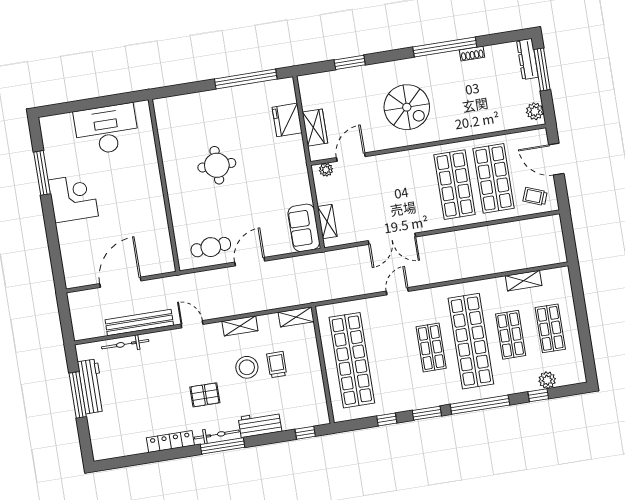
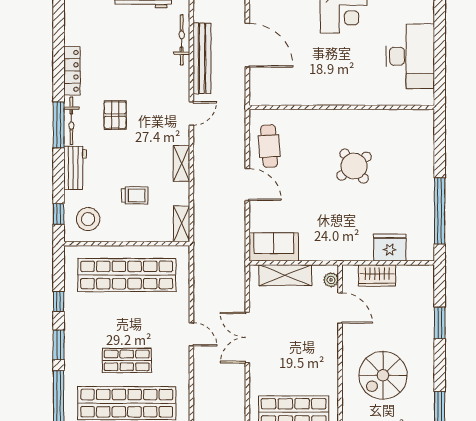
round table: (217, 165) -> (354, 166), turned -37
shelving: (327, 221) -> (285, 275), width x1.50, depth x1.33
stool: (247, 367) -> (88, 219), moved

